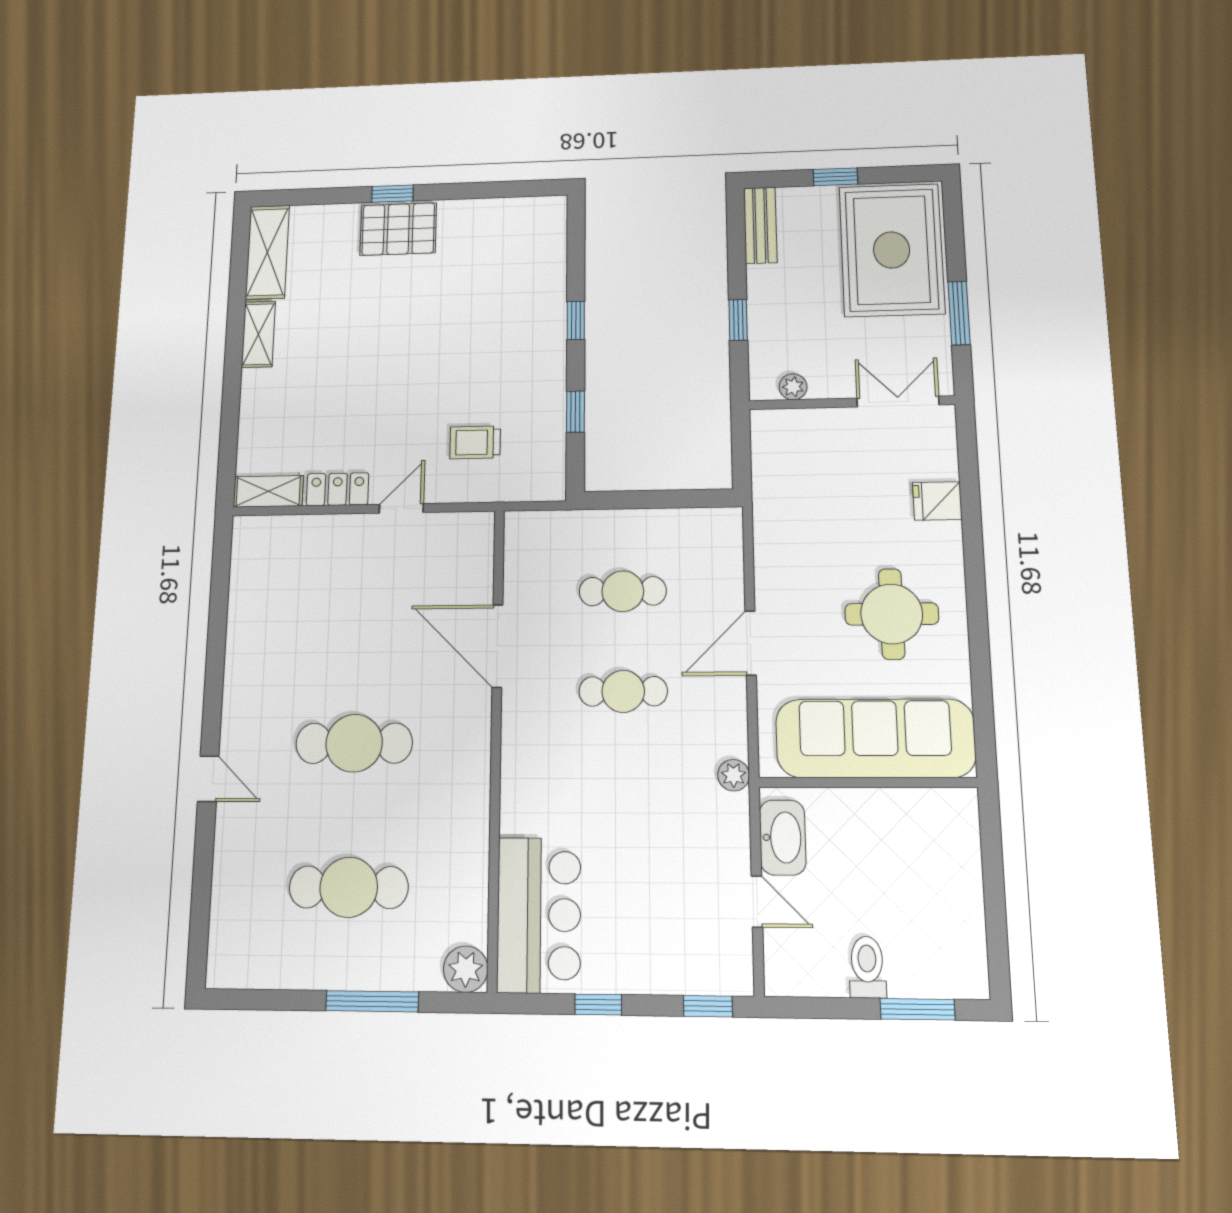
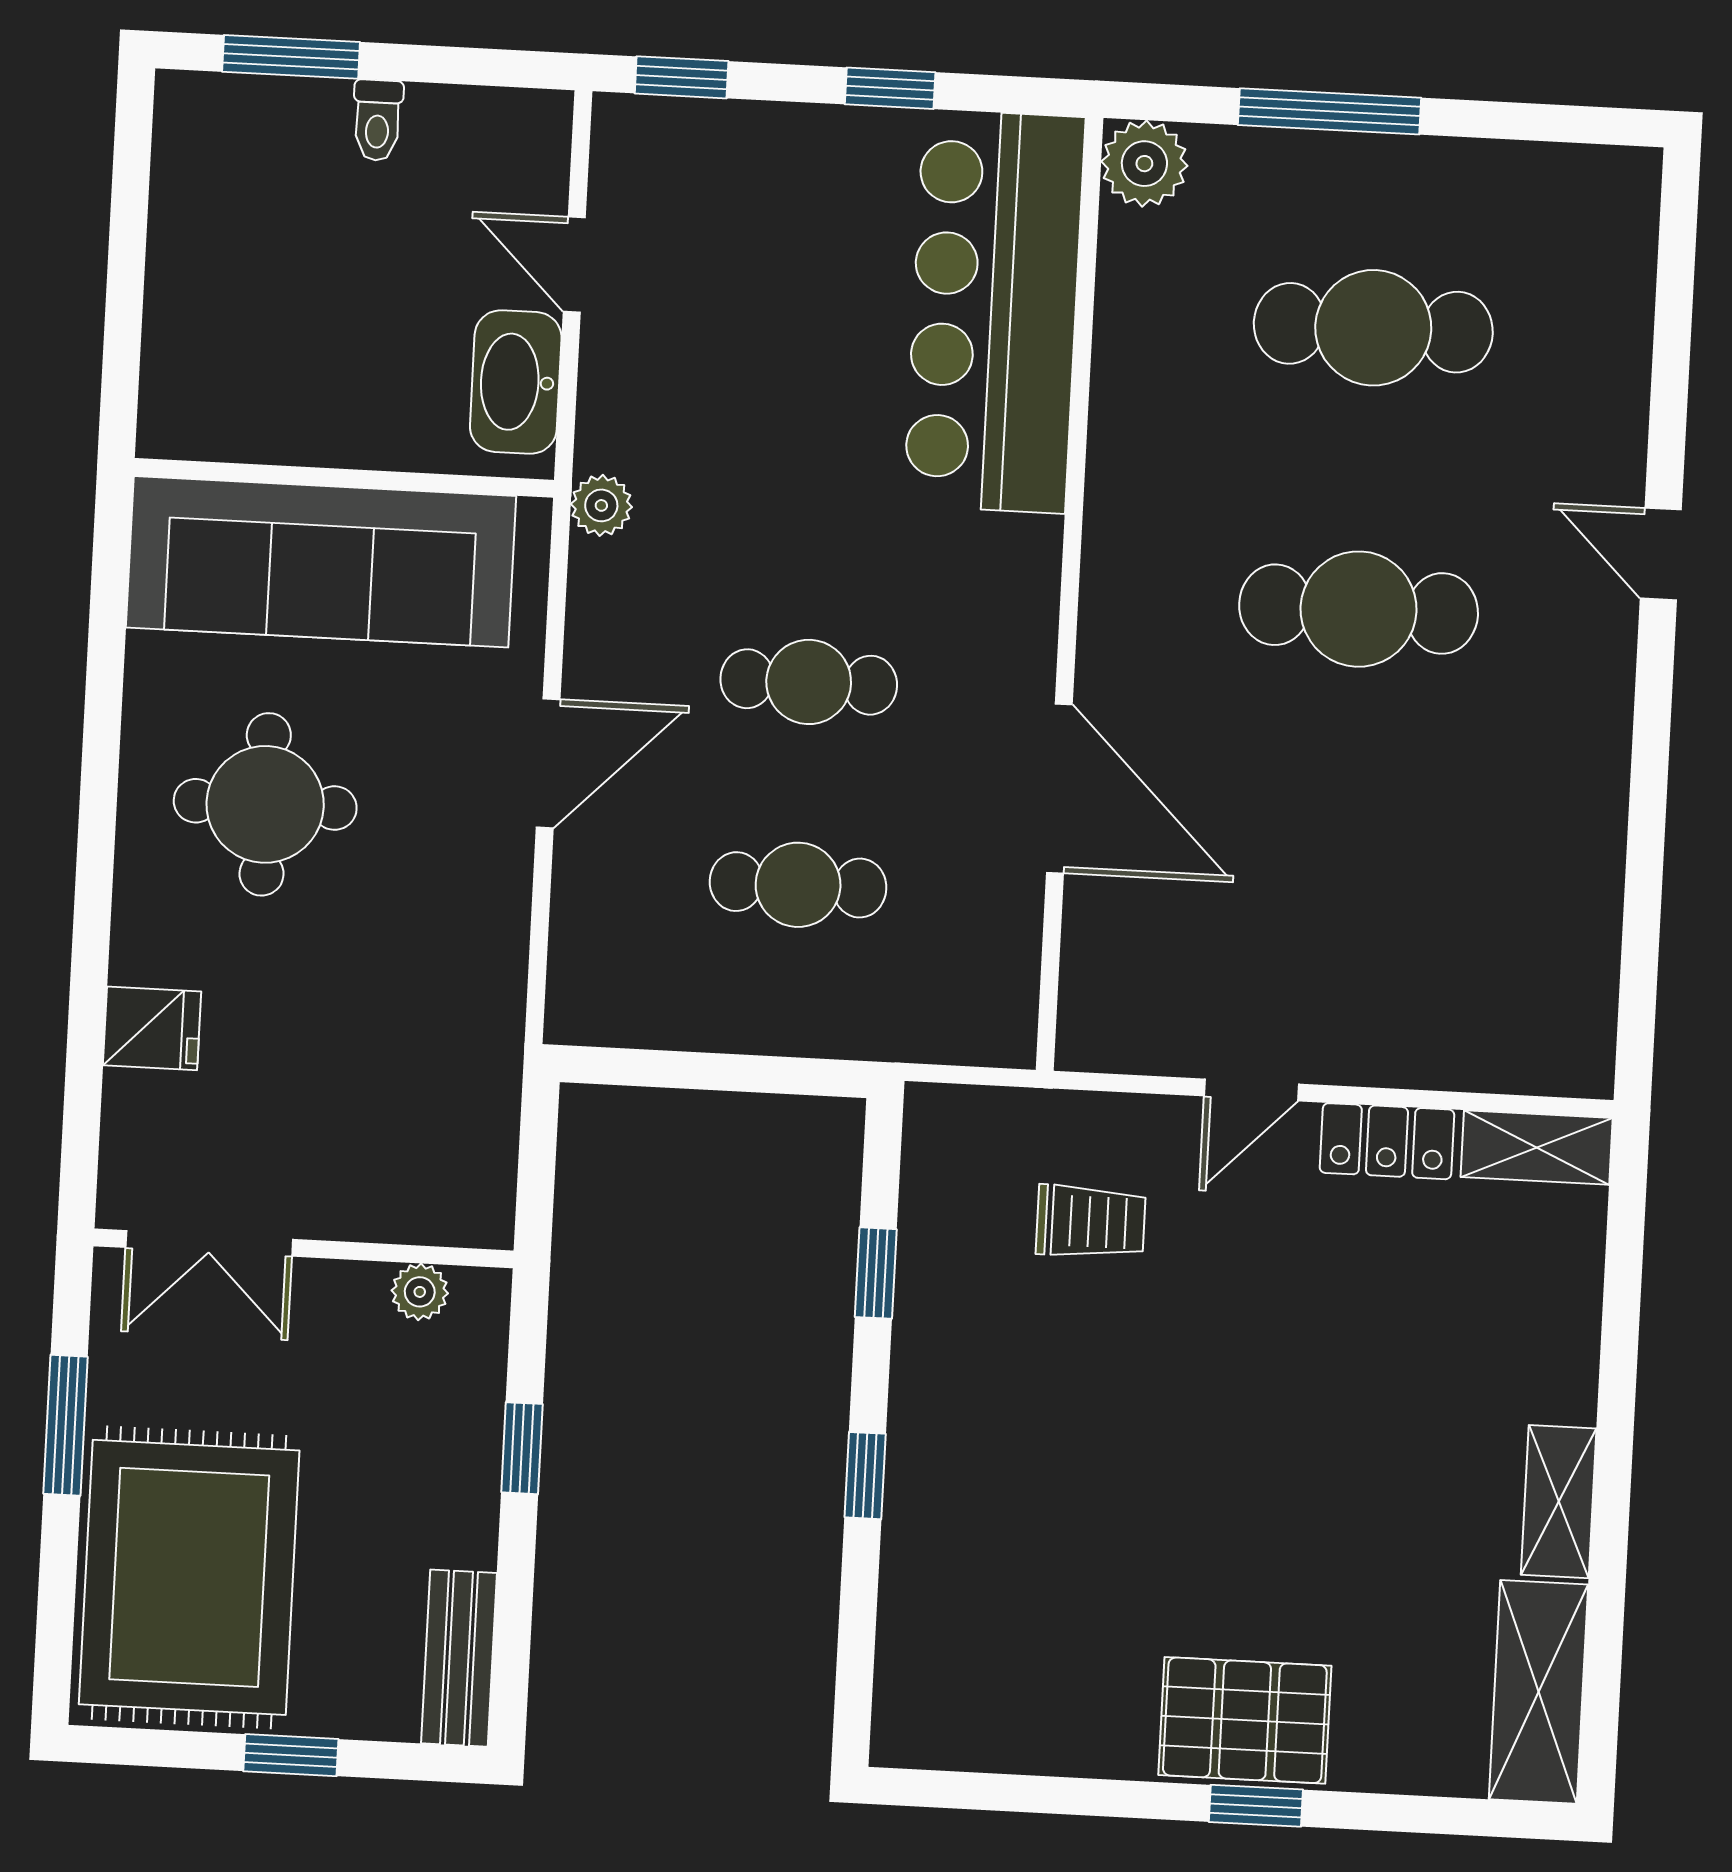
bar counter: (539, 915) -> (994, 311), width x1.36
toilet: (867, 967) -> (378, 120), width x0.73, depth x0.72

